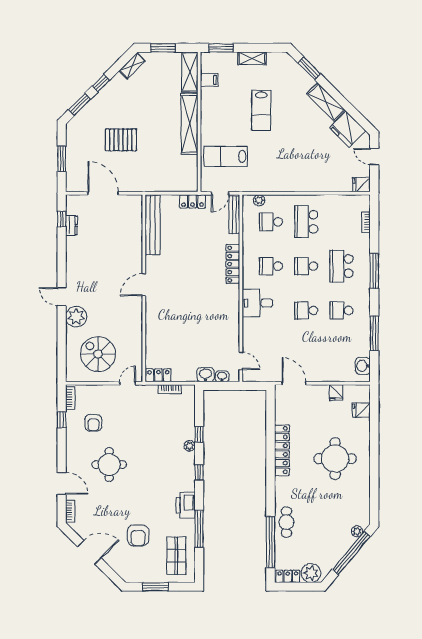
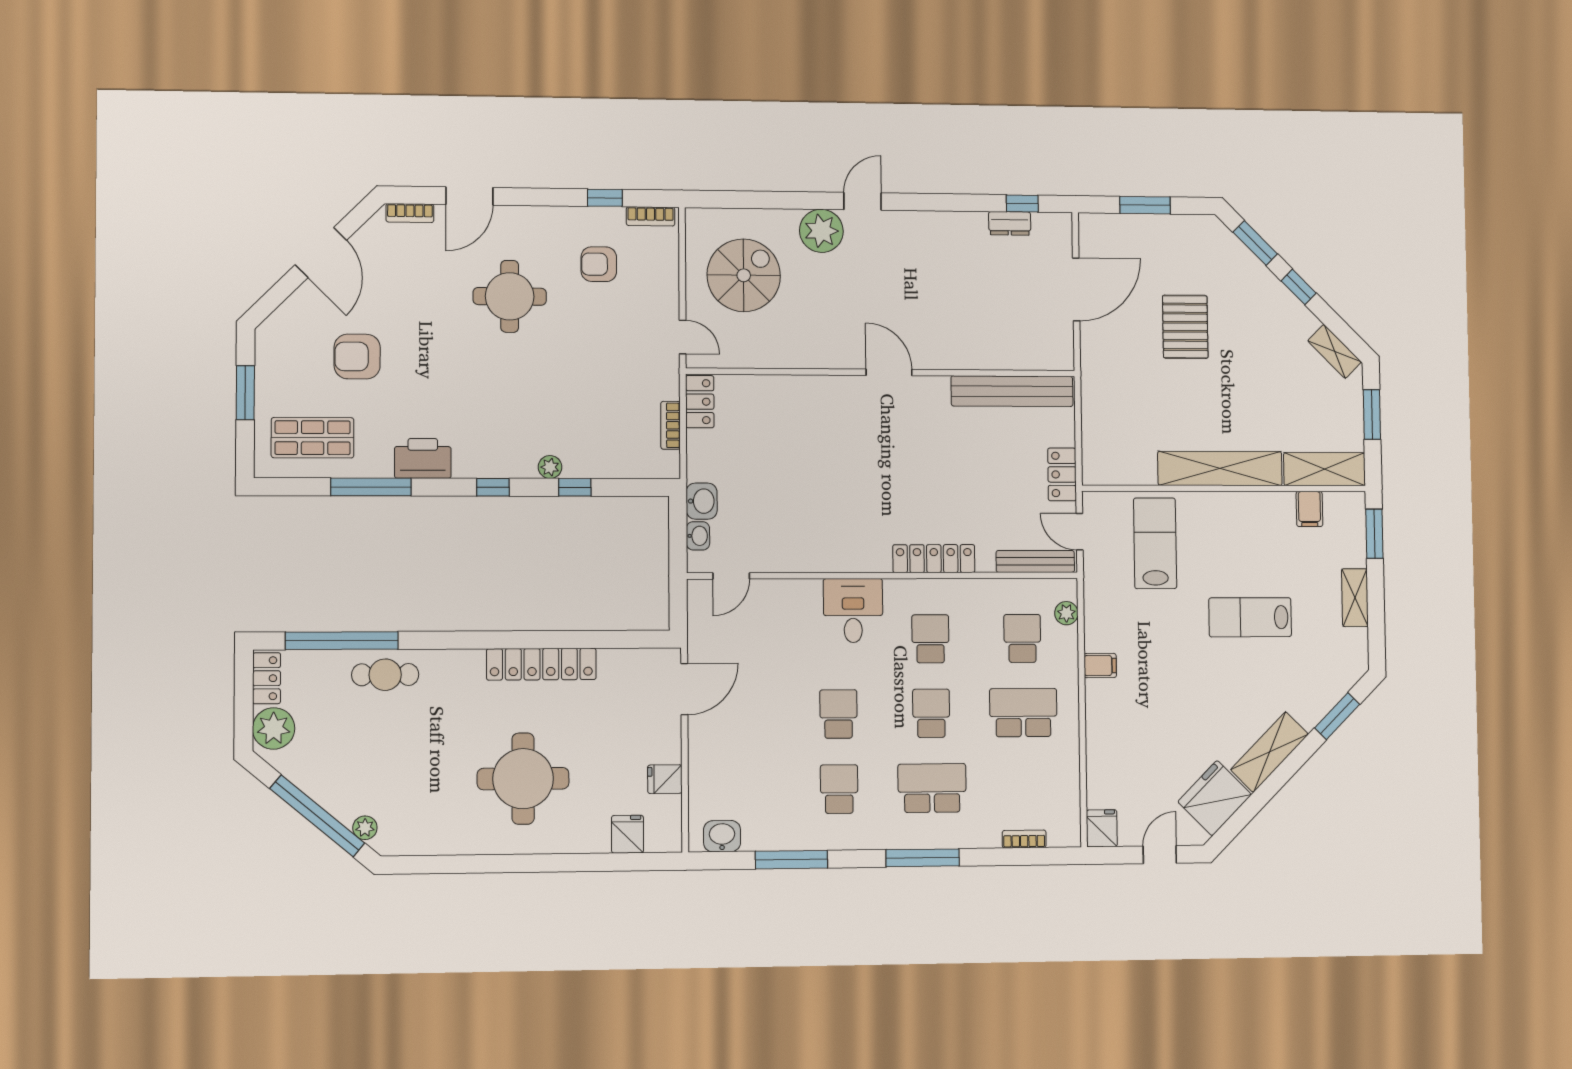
filing cabinet: (284, 184) -> (1100, 665), added

